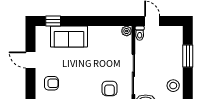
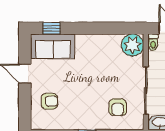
plant: (127, 31) -> (132, 45), width x1.87, depth x1.87
sofa: (69, 37) -> (53, 46), moved

